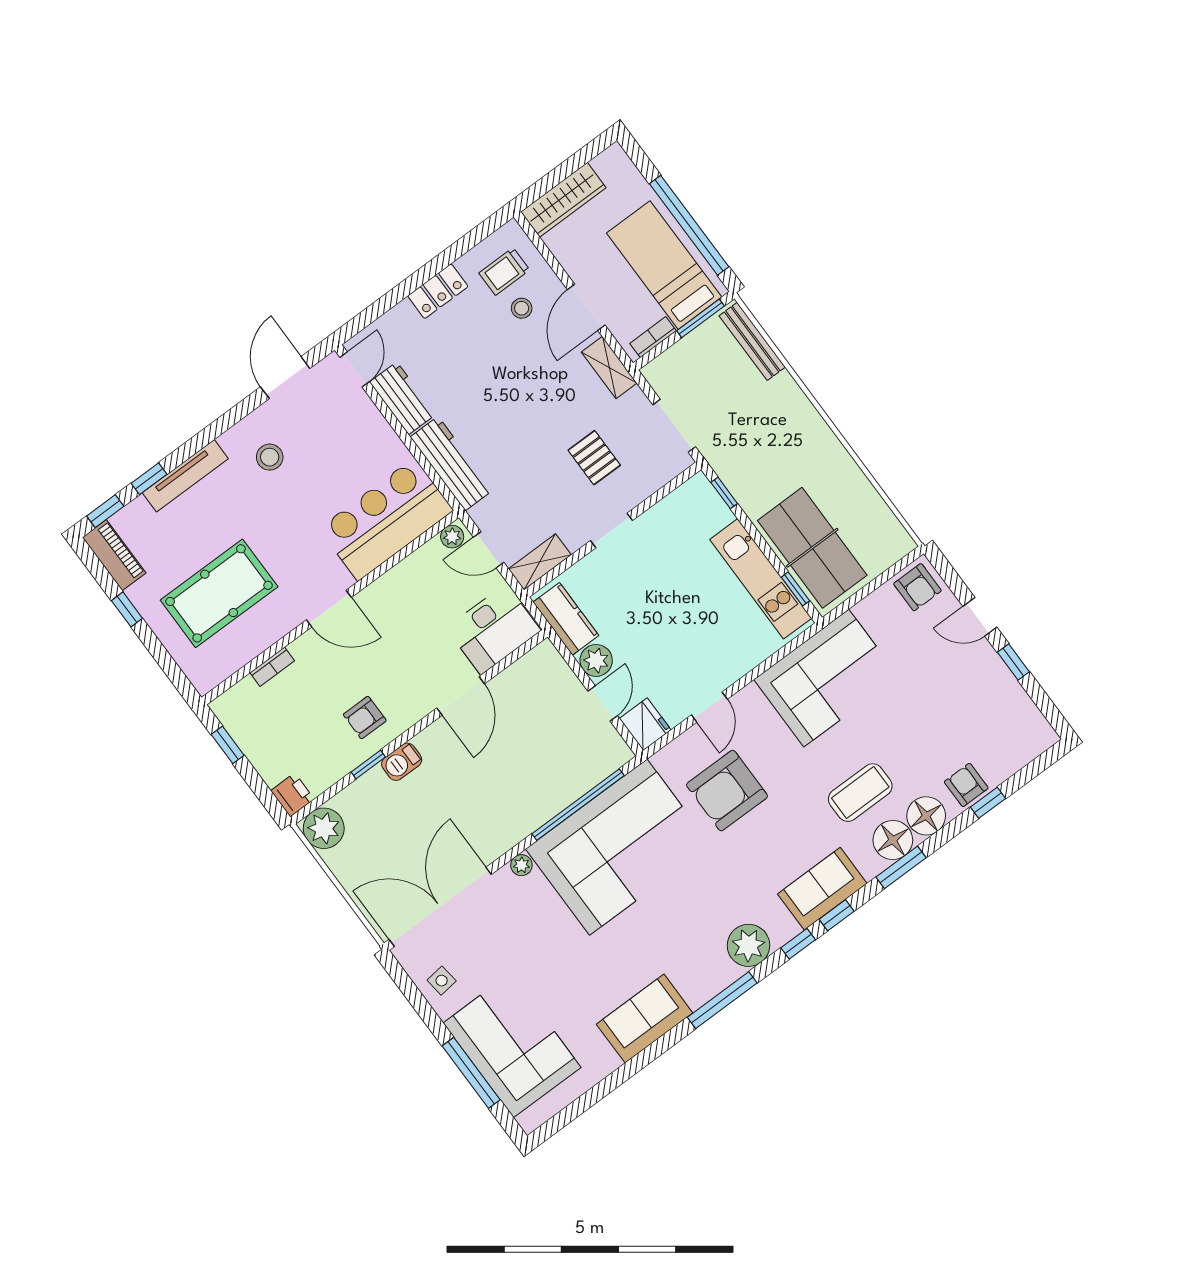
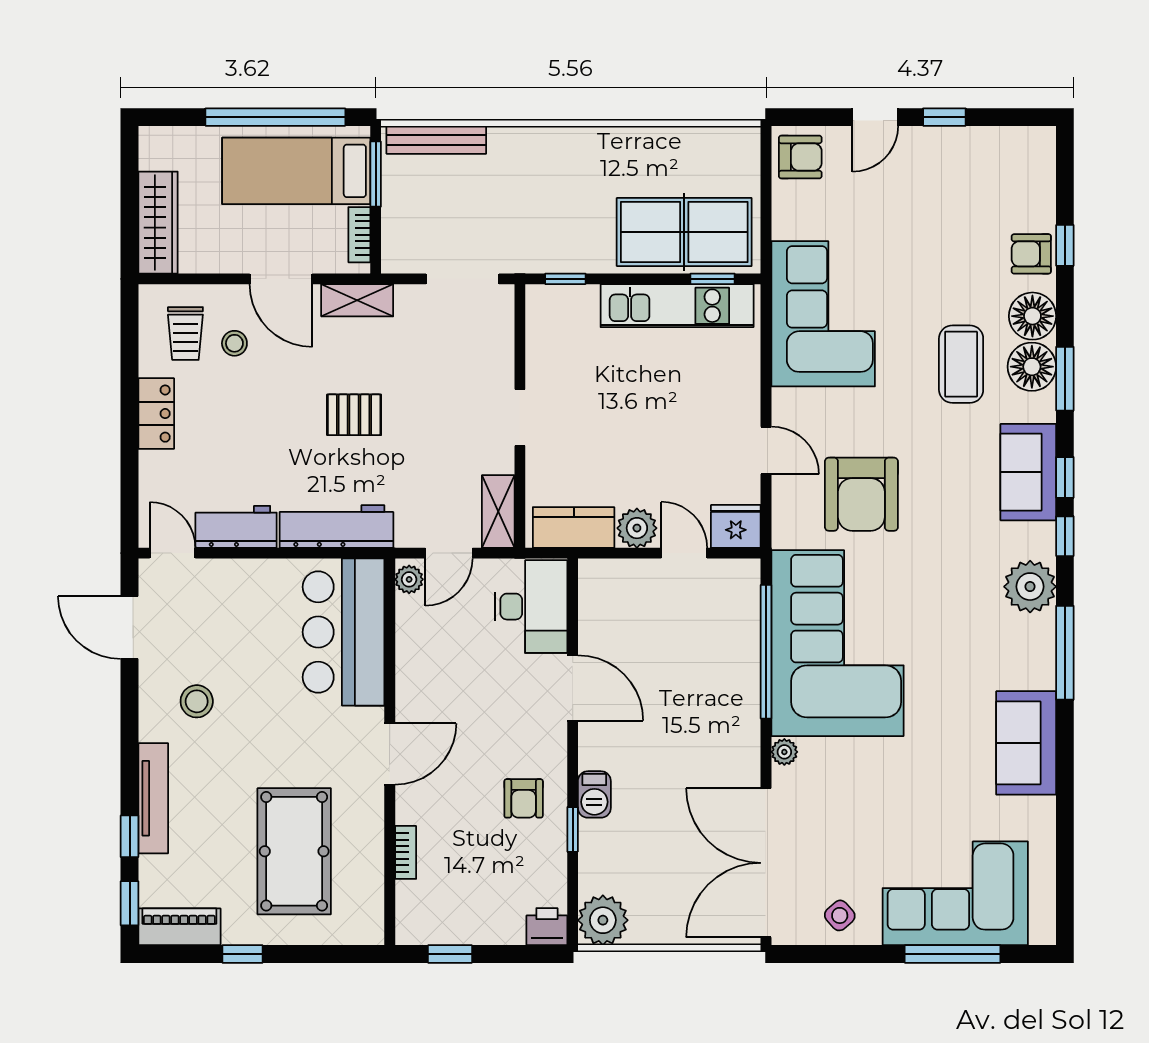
pallet: (594, 458) -> (354, 415), moved
side table: (442, 981) -> (840, 915), turned -34

